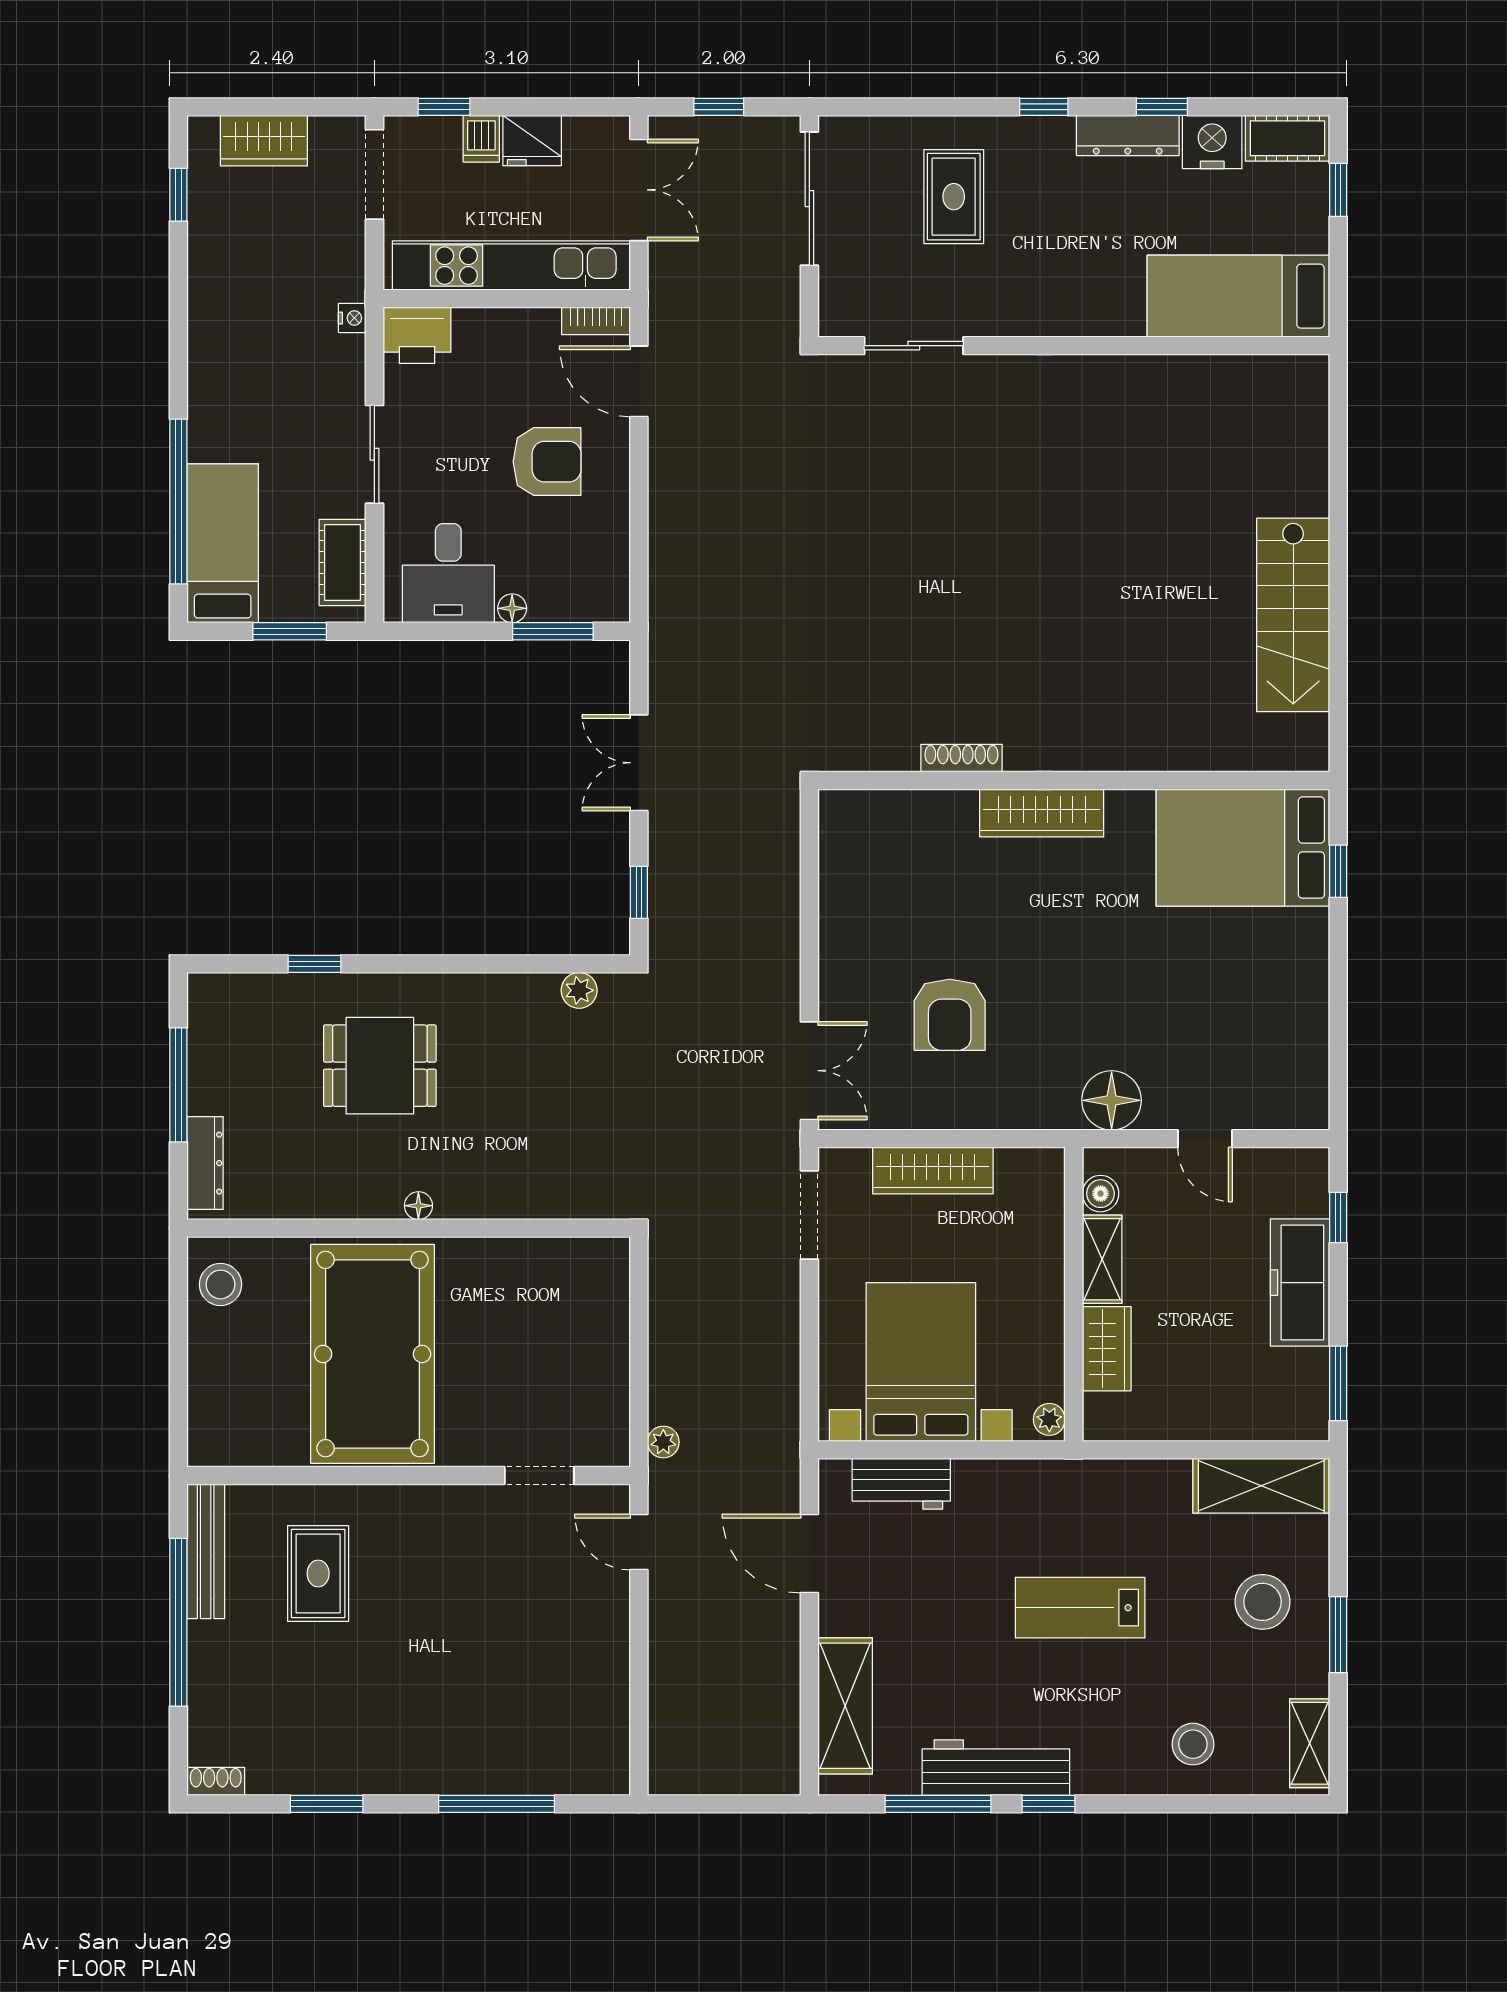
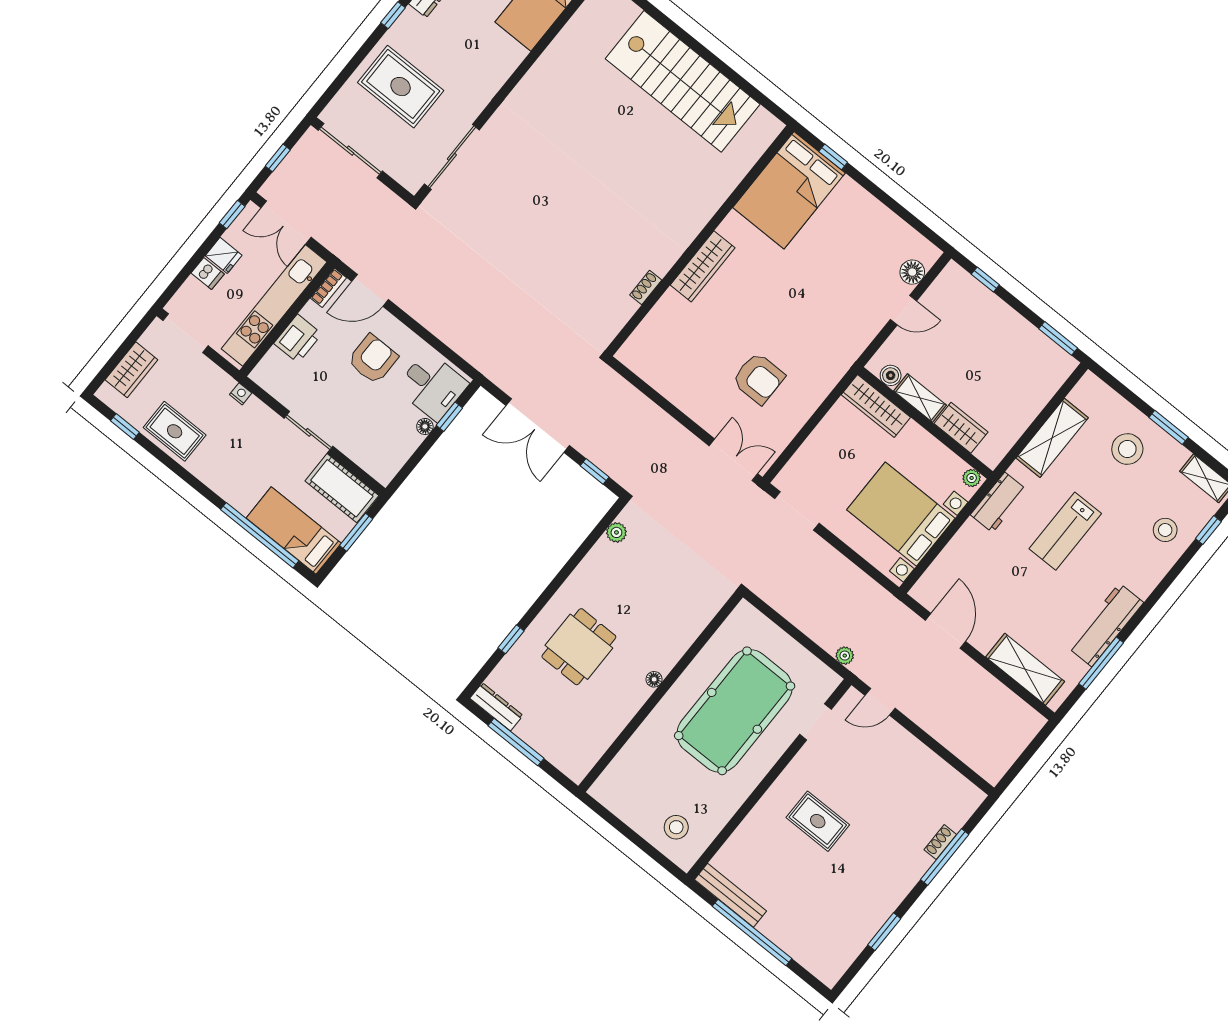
window: (444, 107) -> (232, 215), moved
fridge: (532, 141) -> (224, 255), width x0.72
double door: (639, 190) -> (286, 222), swing flipped
rug: (954, 197) -> (401, 87), width x1.36, depth x1.43
rug: (227, 269) -> (175, 431), added
printer: (417, 335) -> (298, 339), moved
sliding door: (914, 346) -> (452, 157), width x1.37
cot: (343, 562) -> (342, 488), width x1.37, depth x1.34
desk: (448, 573) -> (432, 386), moved
stairs: (1293, 615) -> (683, 81), width x1.36, depth x1.51
window: (553, 631) -> (449, 417), width x0.67
shoe rack: (962, 758) -> (646, 287), width x0.70
double door: (639, 763) -> (538, 426), width x1.37
floor lamp: (1112, 1100) -> (912, 272), moved, width x0.73, depth x0.73
dresser: (205, 1163) -> (496, 707), moved
wardrobe: (933, 1170) -> (876, 406), moved, turned 90
freezer: (1300, 1283) -> (1000, 319), removed
stool: (220, 1284) -> (676, 827), moved
pool table: (373, 1354) -> (735, 711), moved, turned 90
workbench: (901, 1484) -> (999, 502), moved
shelving: (1261, 1486) -> (1052, 438), moved
door: (809, 1554) -> (946, 631), swing flipped
rug: (318, 1573) -> (818, 821), moved
shoe rack: (216, 1781) -> (940, 842), moved
window: (1048, 1804) -> (1208, 530), moved

